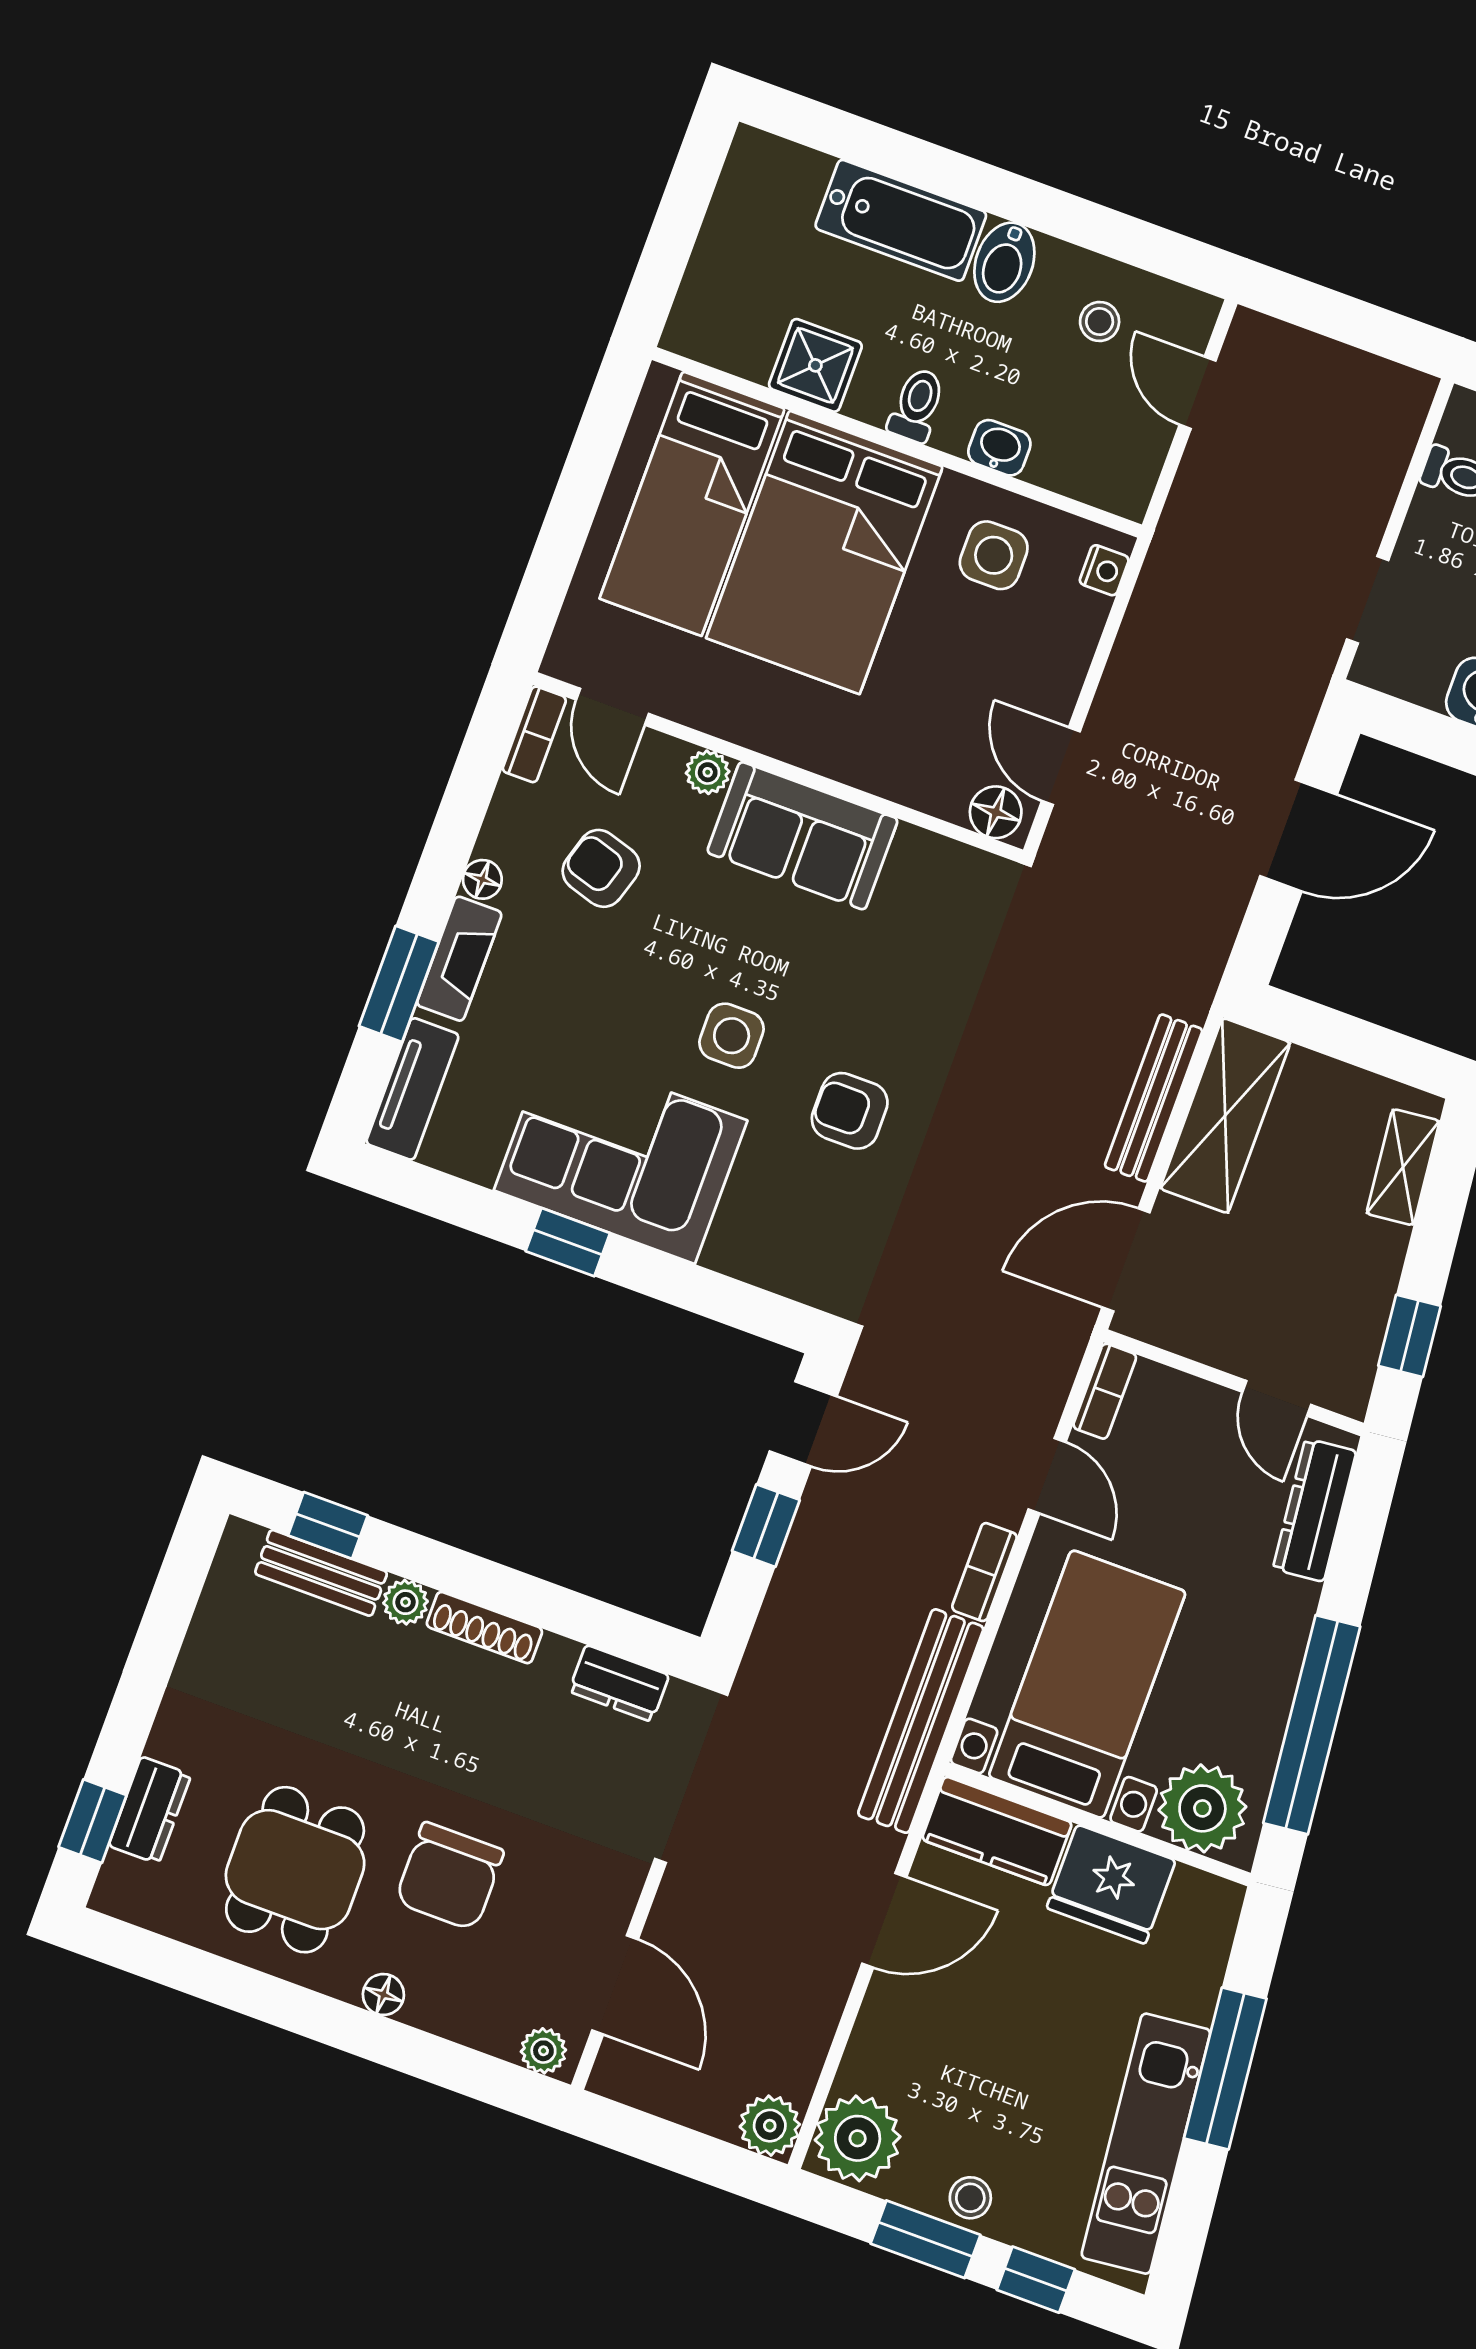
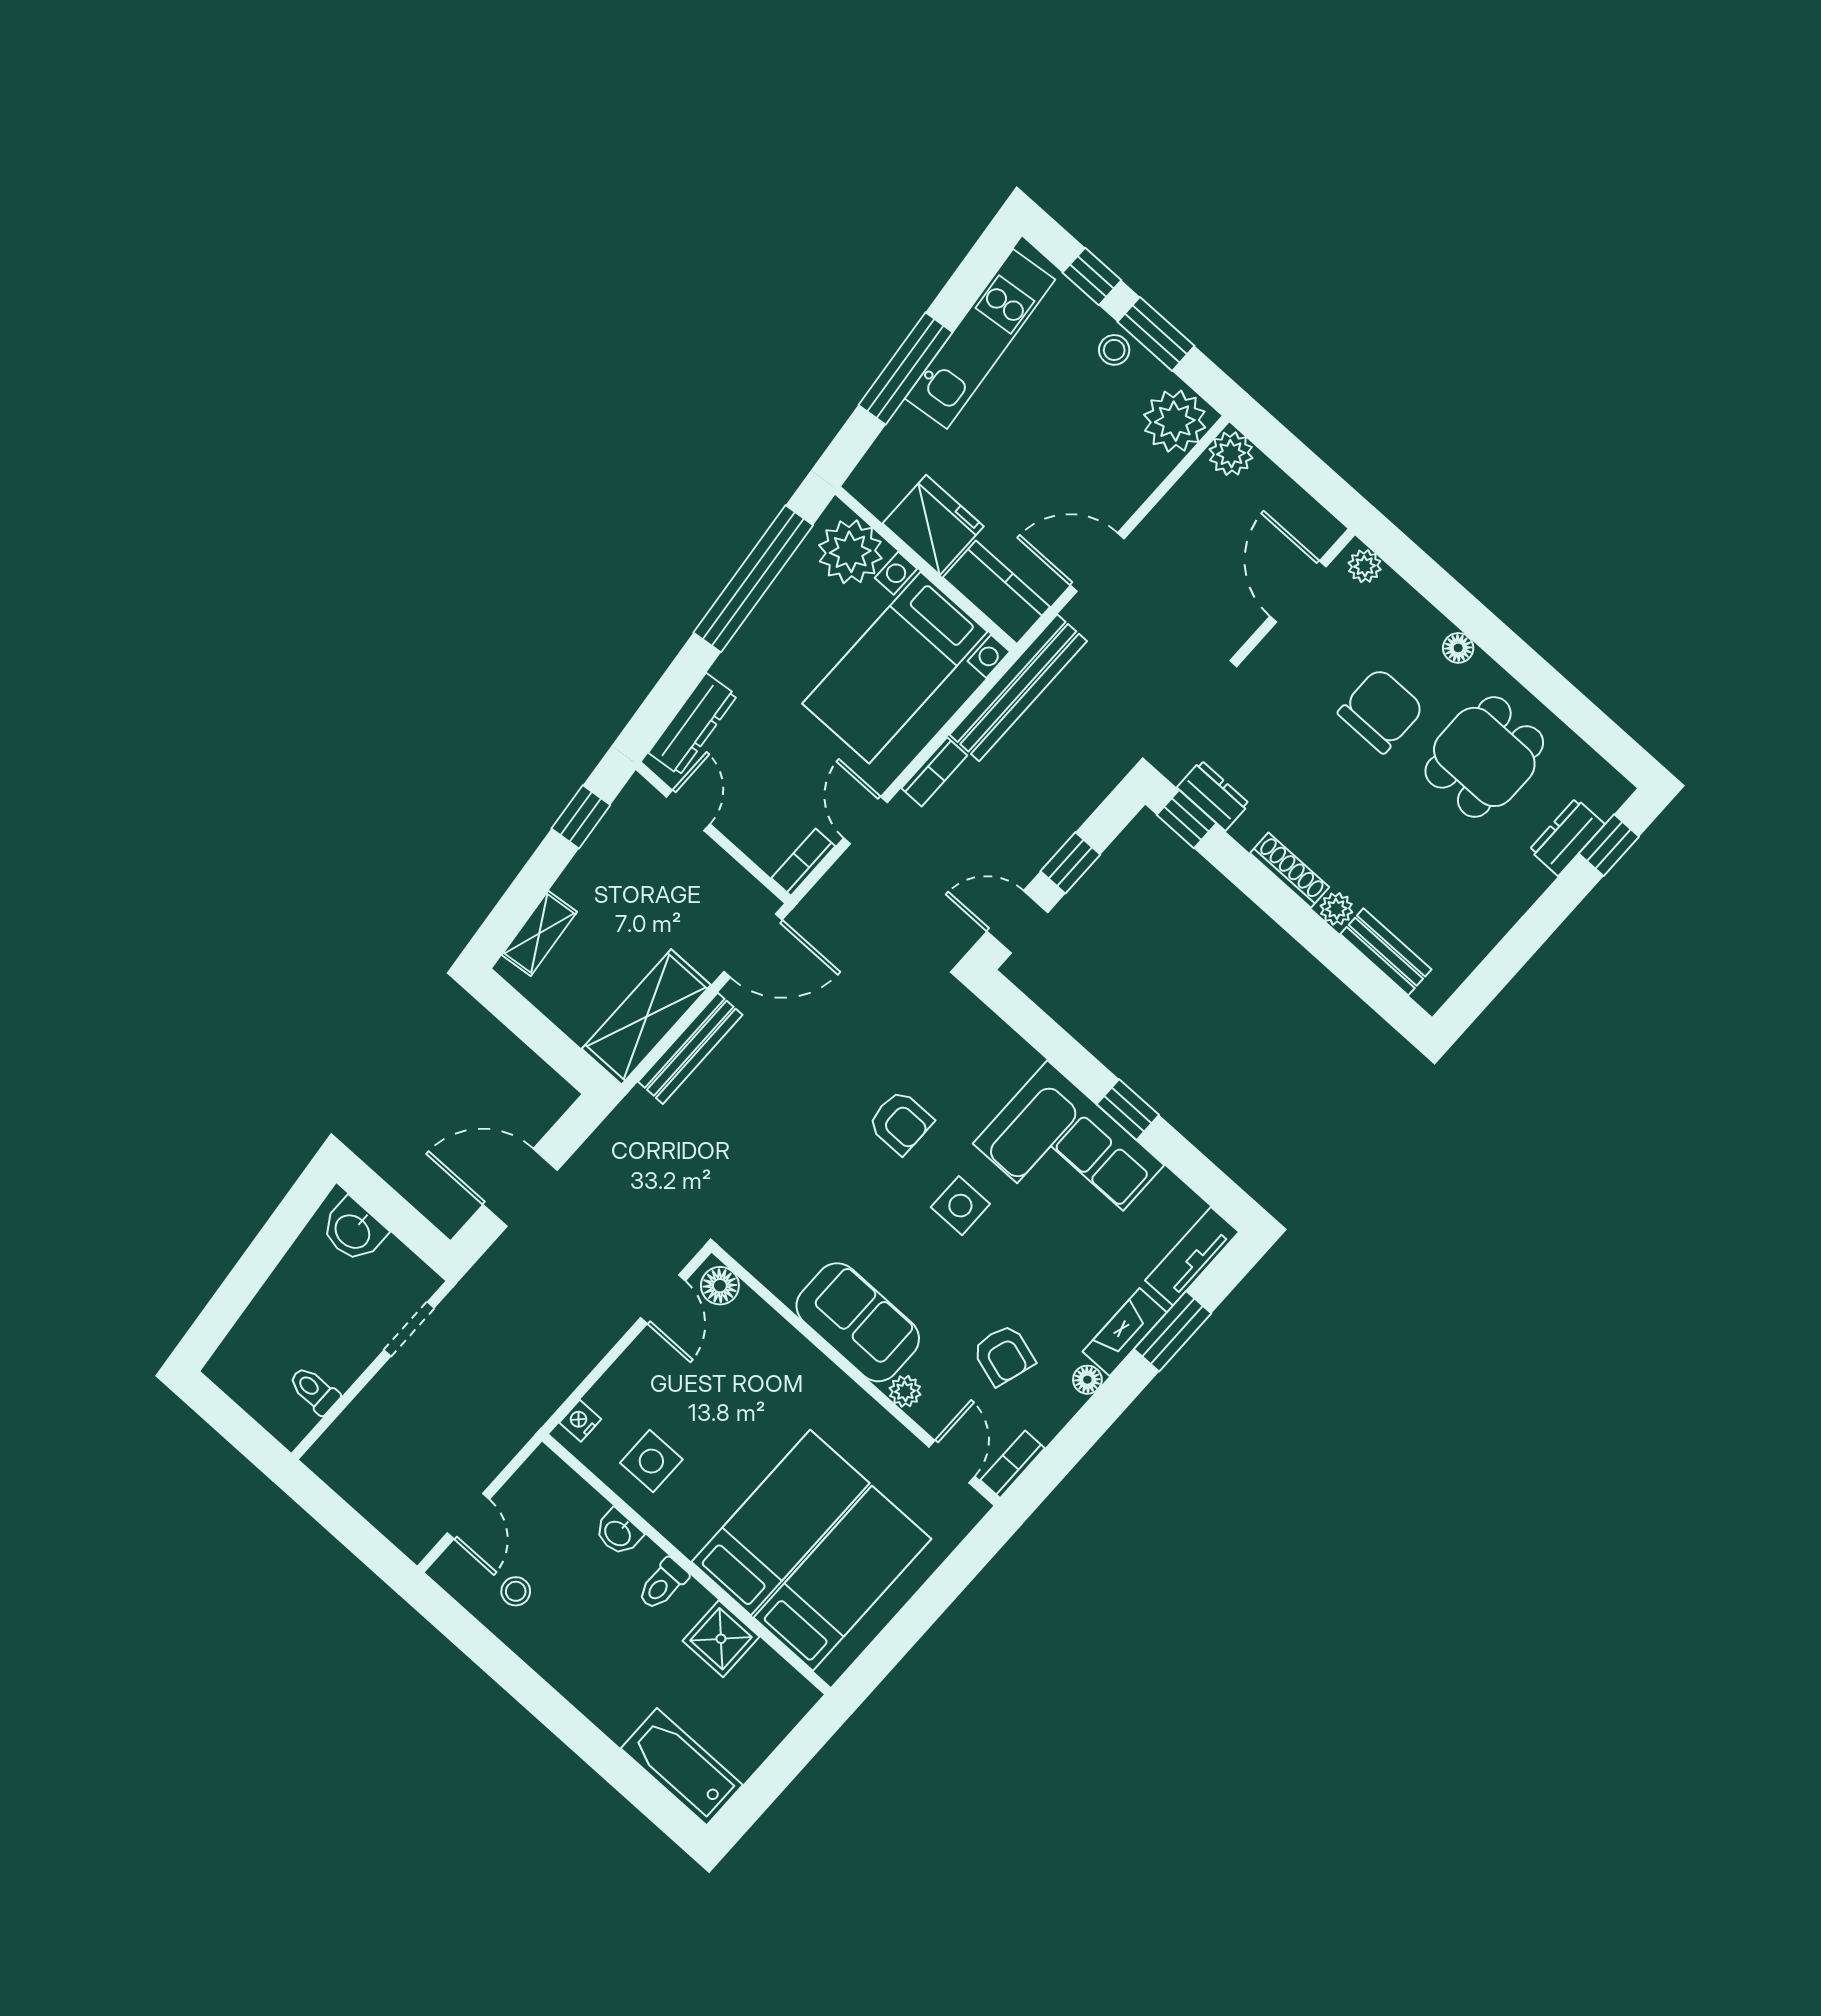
bathtub: (901, 220) -> (682, 1767), moved
bidet: (1004, 262) -> (564, 1657), removed
bed: (824, 552) -> (781, 1522), width x0.67
window: (328, 1525) -> (1187, 819), moved

